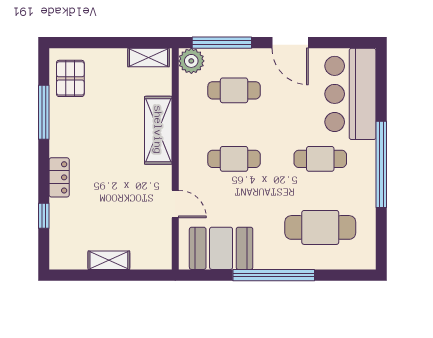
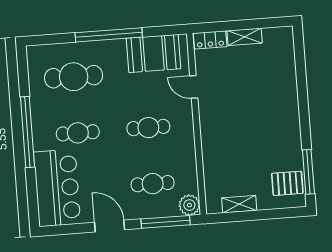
shelving: (149, 58) -> (239, 204), moved
pallet: (70, 78) -> (287, 183), turned 90
window: (44, 112) -> (308, 172), moved
shelving: (158, 130) -> (212, 146), removed
locker: (59, 177) -> (210, 40), moved, turned -90
window: (44, 216) -> (301, 69), removed

